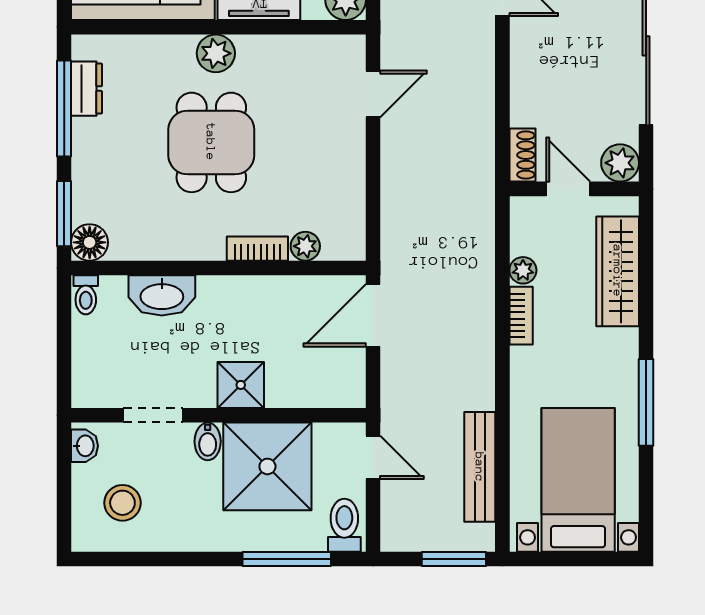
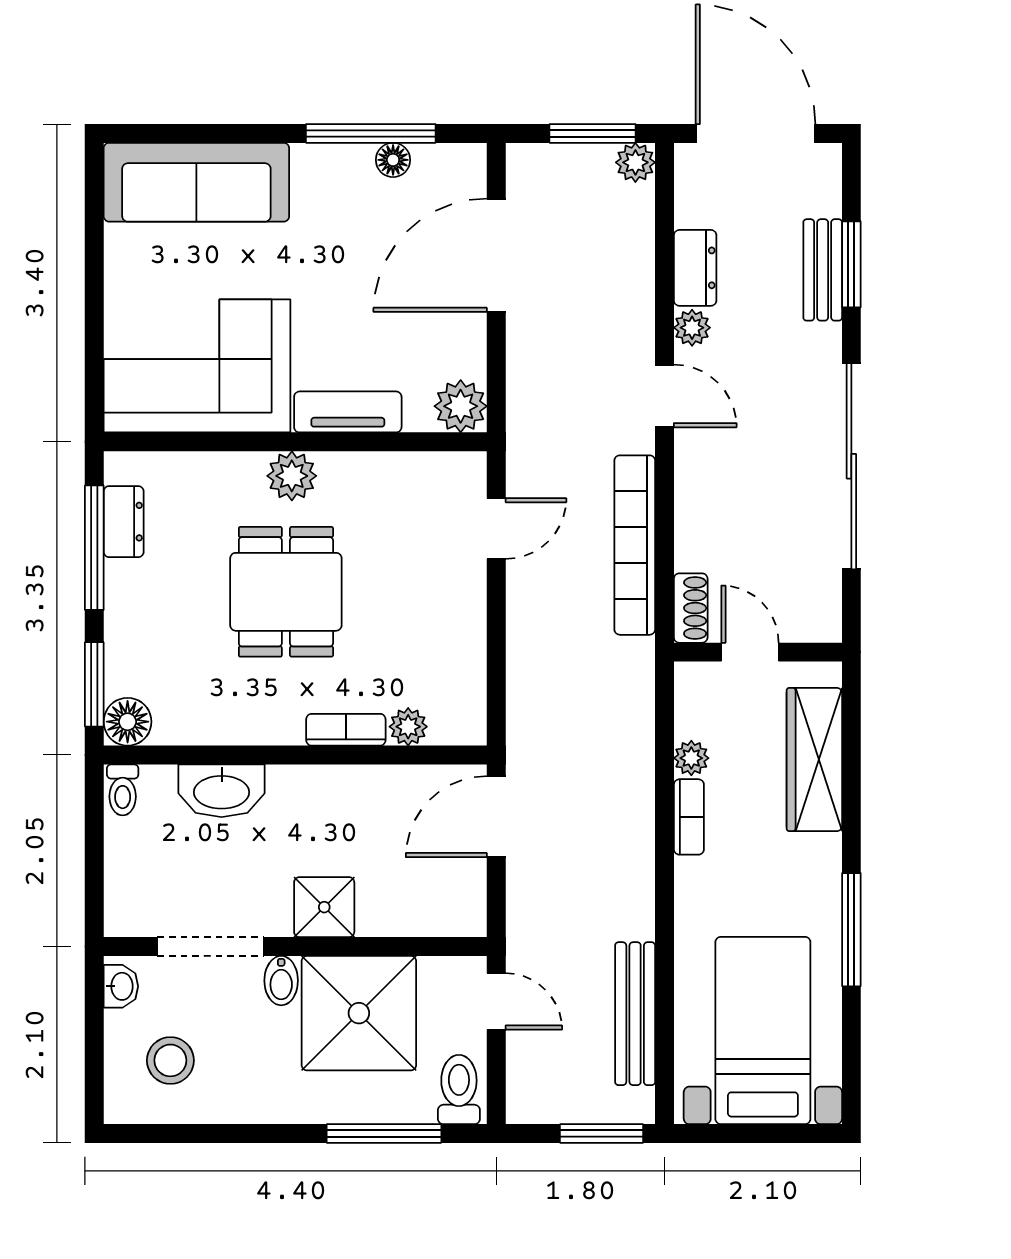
bookcase: (479, 107) -> (635, 545), added
plant: (620, 163) -> (818, 618), removed
doorway: (153, 415) -> (210, 947), width x1.38

